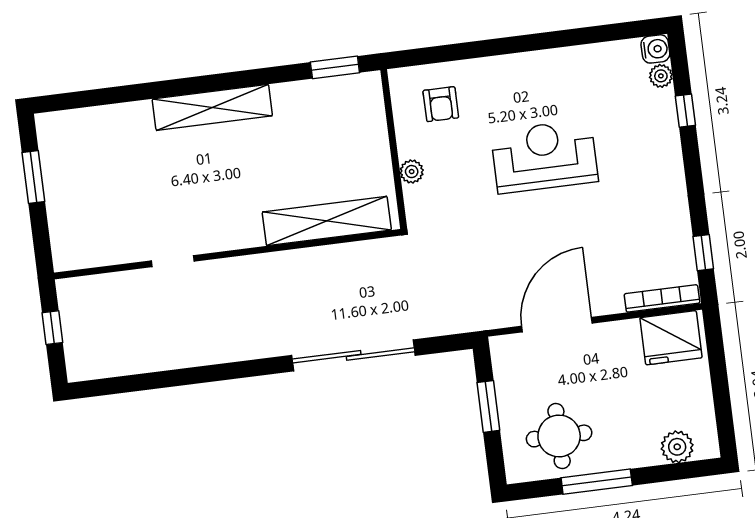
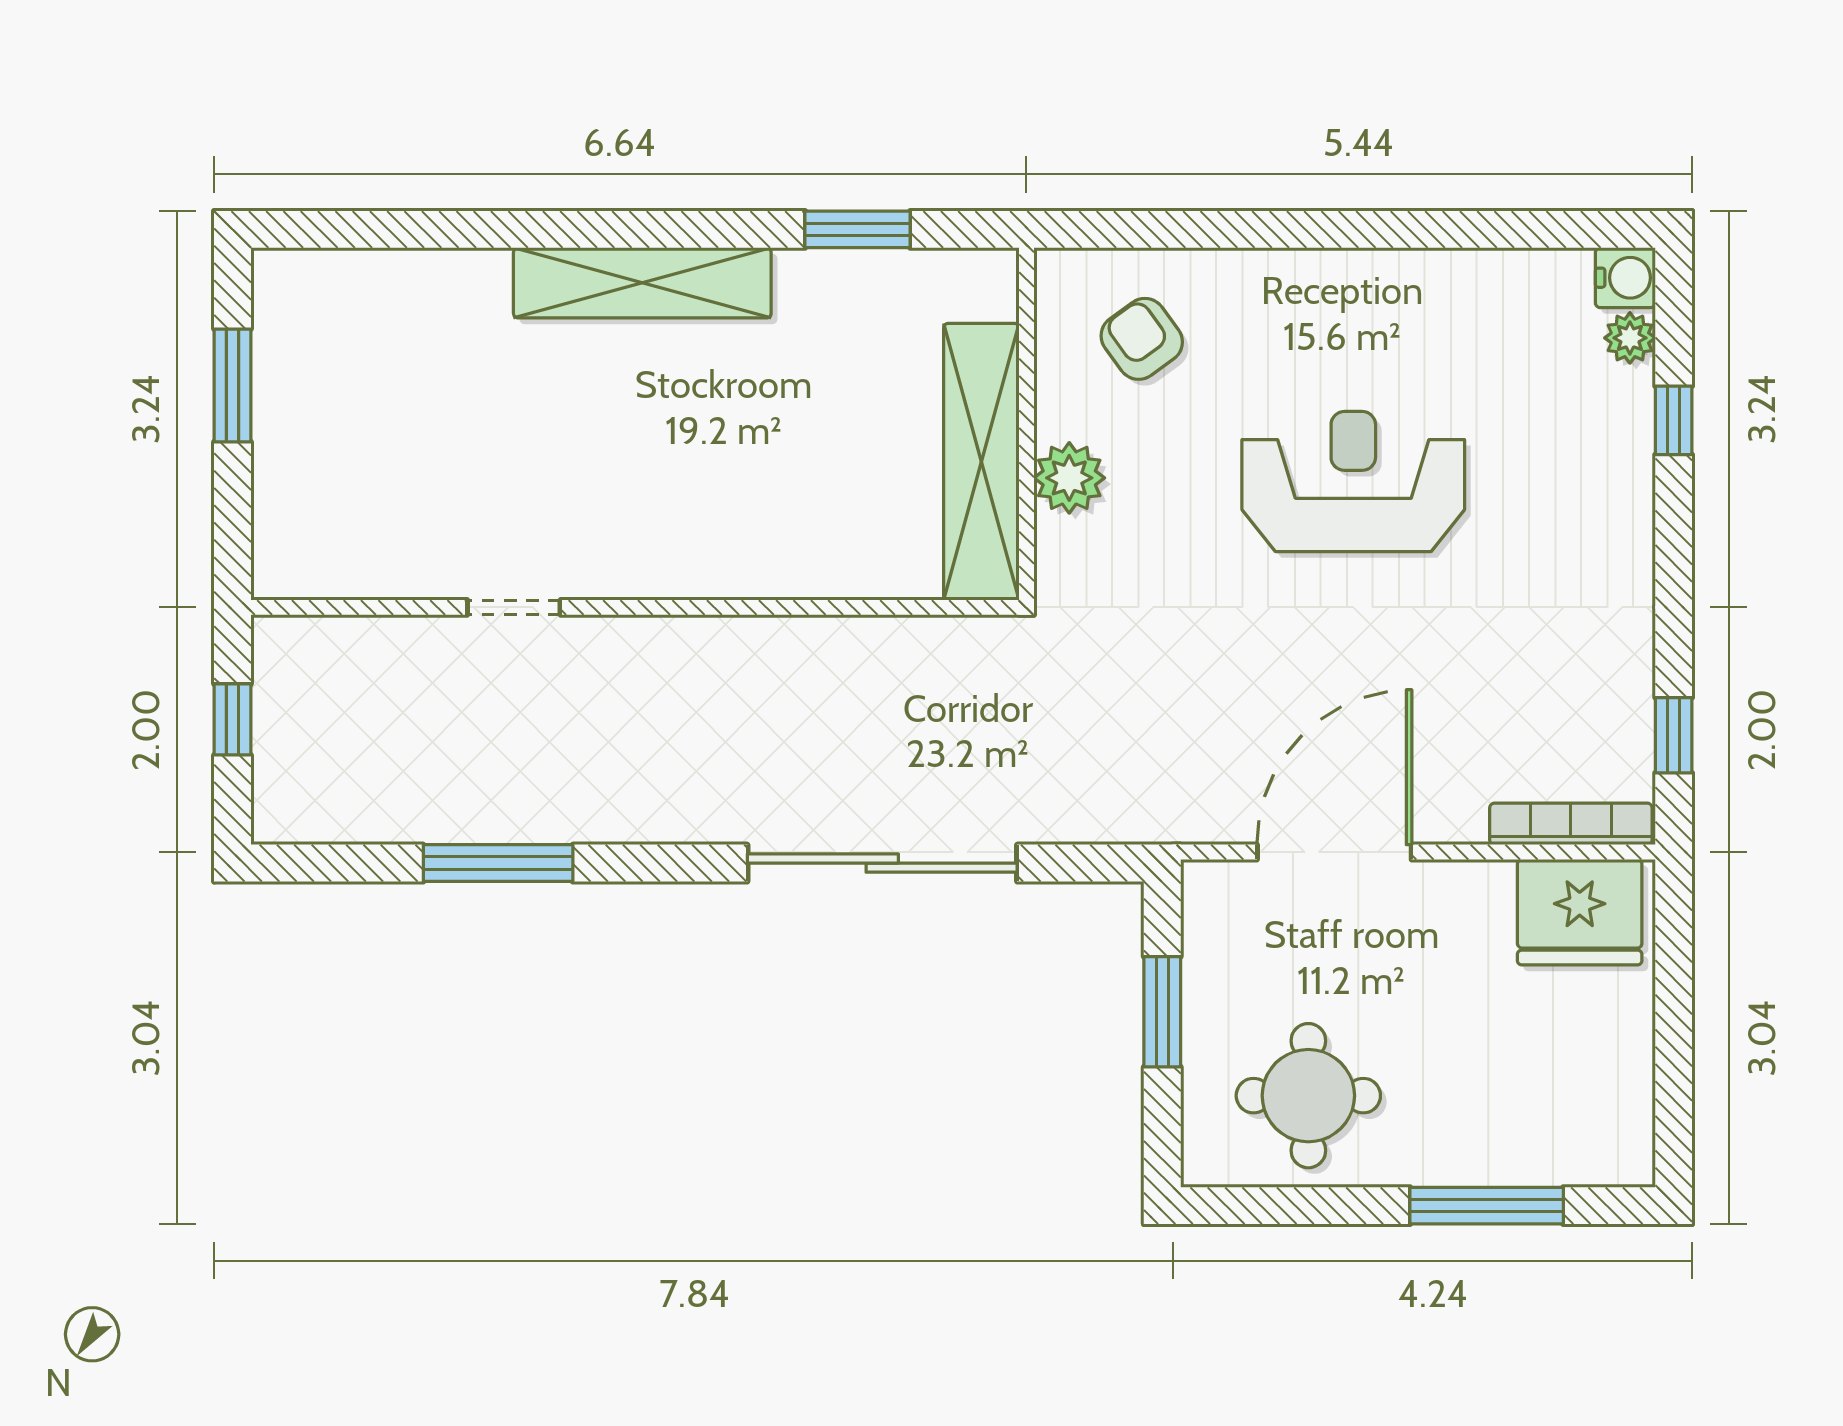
window: (335, 67) -> (858, 229), moved
armchair: (441, 104) -> (1142, 339), turned 144
plant: (412, 172) -> (1069, 478), width x1.38, depth x1.38
shelving: (327, 221) -> (981, 462), moved, turned 90
window: (180, 377) -> (498, 863), added
plant: (677, 447) -> (1563, 1152), removed
window: (597, 482) -> (1487, 1206), moved

